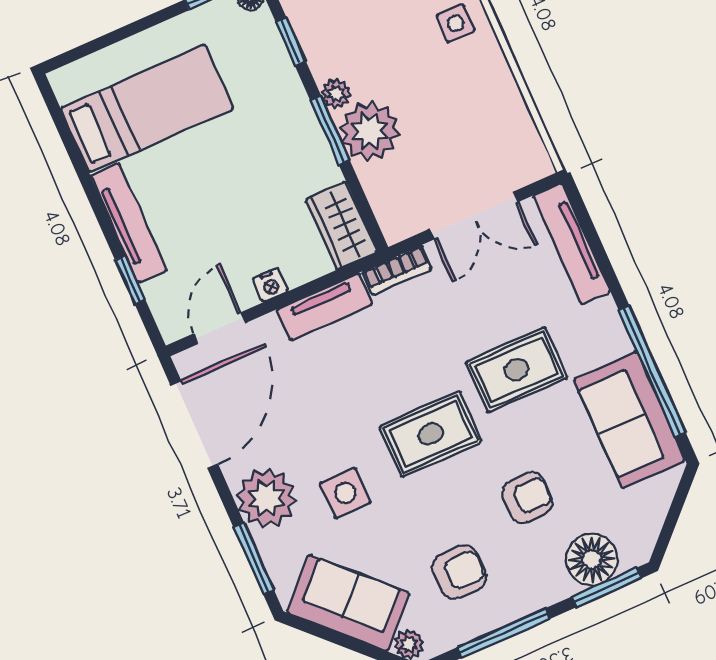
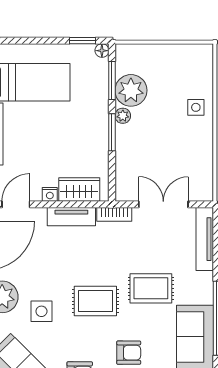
window: (291, 41) -> (112, 81), width x1.50
plant: (370, 131) -> (131, 90), moved
double door: (474, 215) -> (163, 204), swing flipped
wardrobe: (341, 226) -> (79, 189), moved, turned 90

